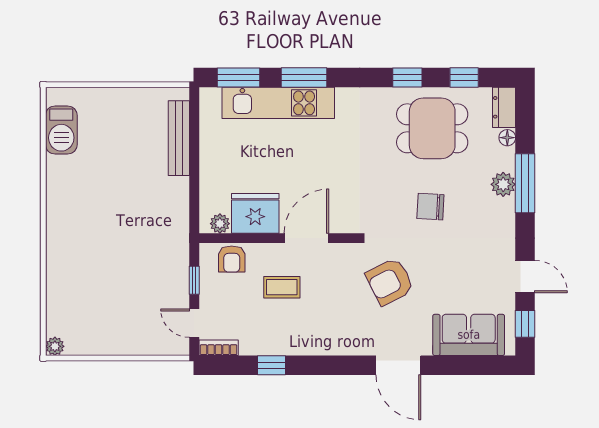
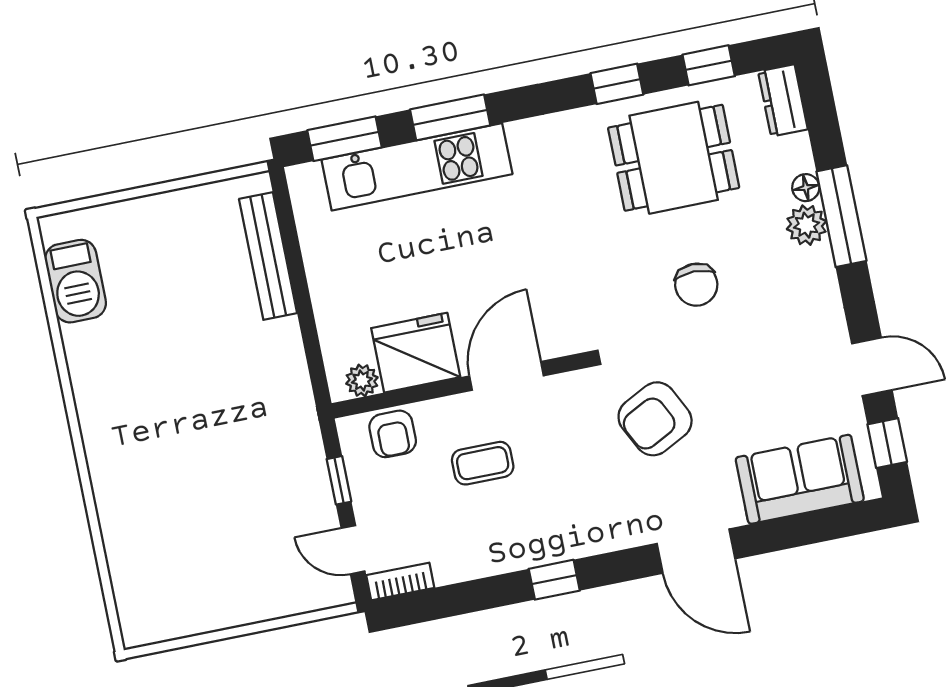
floor lamp: (507, 138) -> (806, 188), moved
chair: (430, 207) -> (696, 285), turned -93
plant: (55, 346) -> (136, 632), removed
window: (272, 365) -> (554, 580), moved

